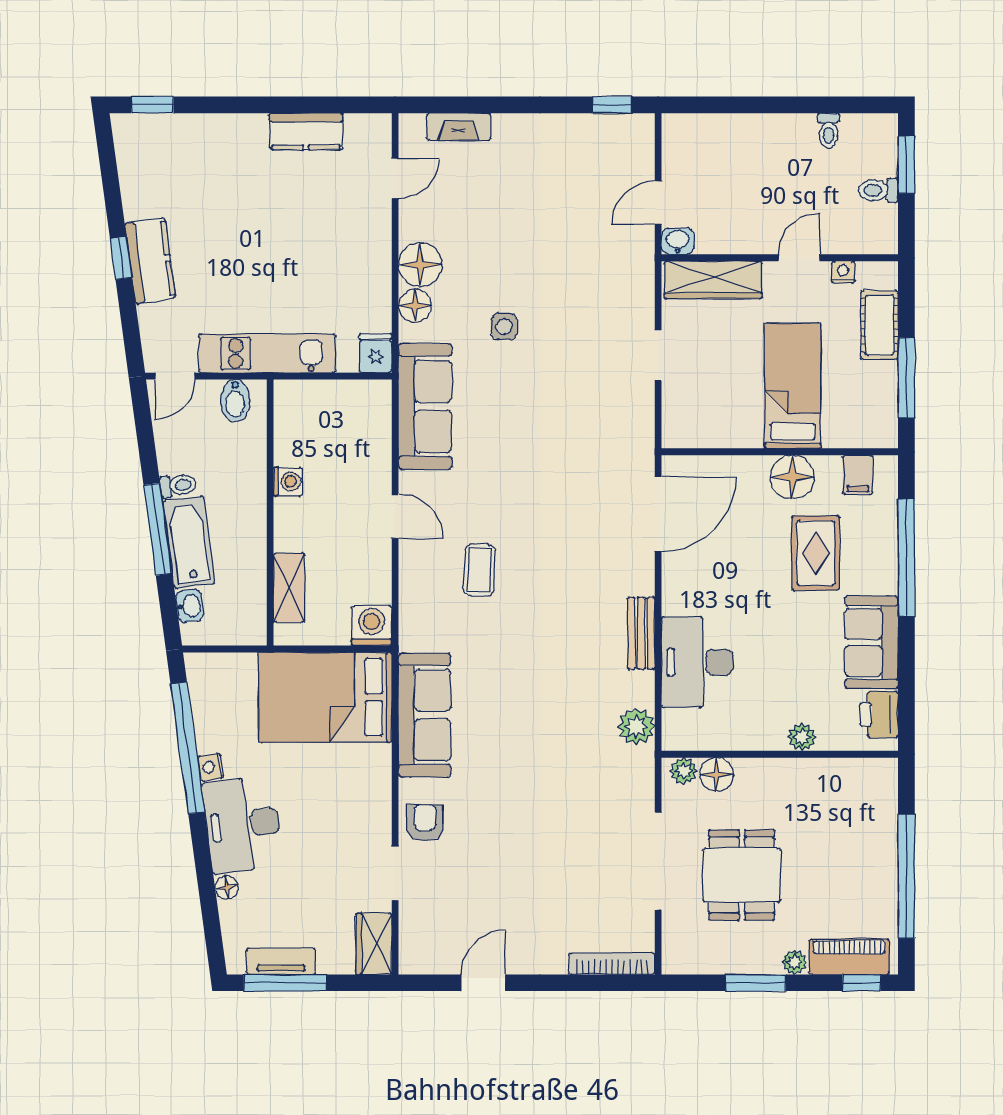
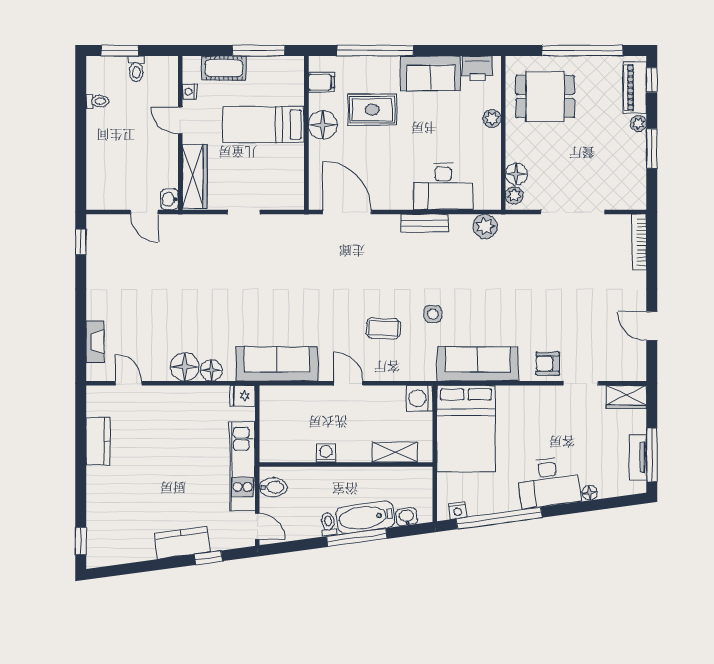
window: (121, 258) -> (208, 558), moved
side table: (504, 327) -> (433, 314), moved
door: (395, 516) -> (348, 383), hinge flipped
nightstand: (211, 767) -> (458, 511), moved
dining table: (742, 875) -> (545, 96), moved

